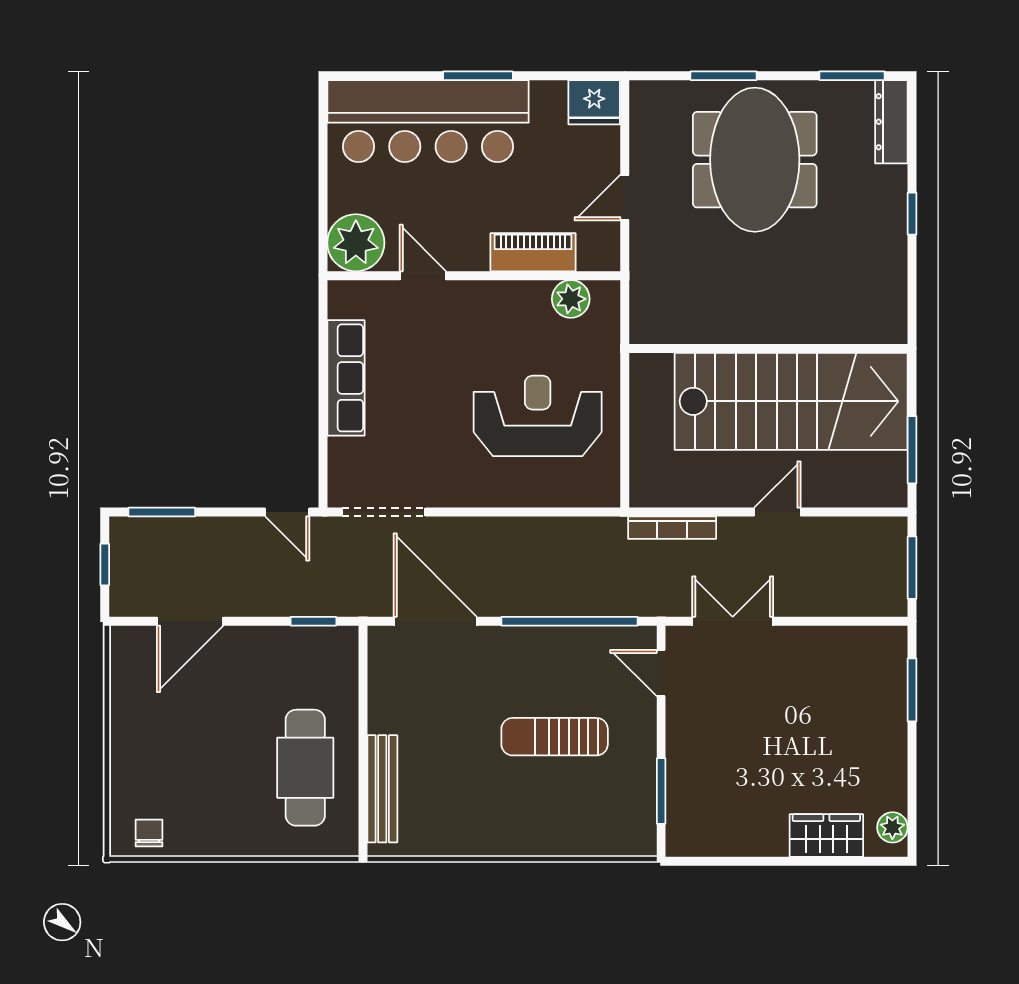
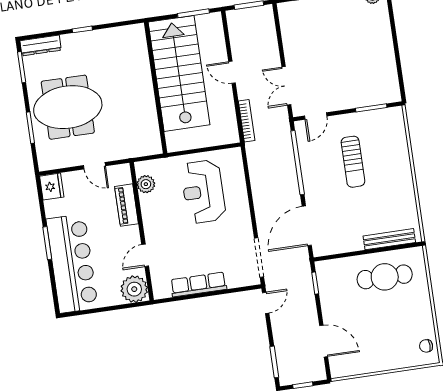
wardrobe: (826, 836) -> (381, 27), removed

